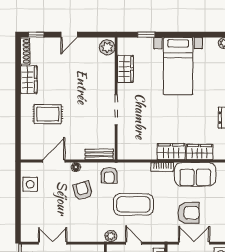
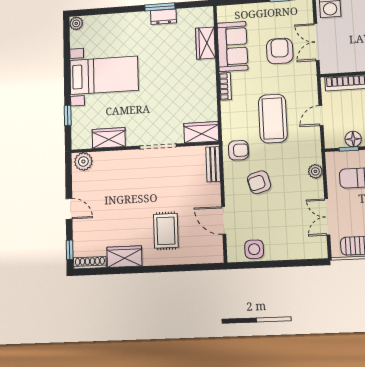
wardrobe: (171, 152) -> (201, 132), moved, turned 90
floor lamp: (76, 167) -> (230, 192), removed
plant: (111, 236) -> (315, 171), moved

